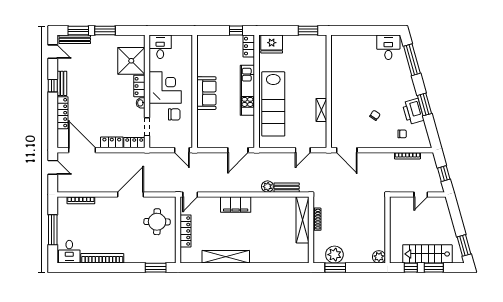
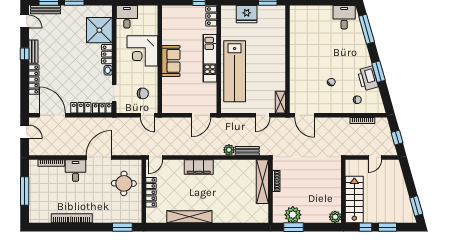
fridge: (272, 44) -> (247, 14), moved
corner desk: (165, 88) -> (142, 51), moved, turned 180
shelving: (321, 110) -> (280, 102), moved
chair: (174, 114) -> (143, 93), moved
desk: (69, 252) -> (76, 171), moved, turned 180
stairs: (427, 254) -> (354, 199), moved, turned 90

